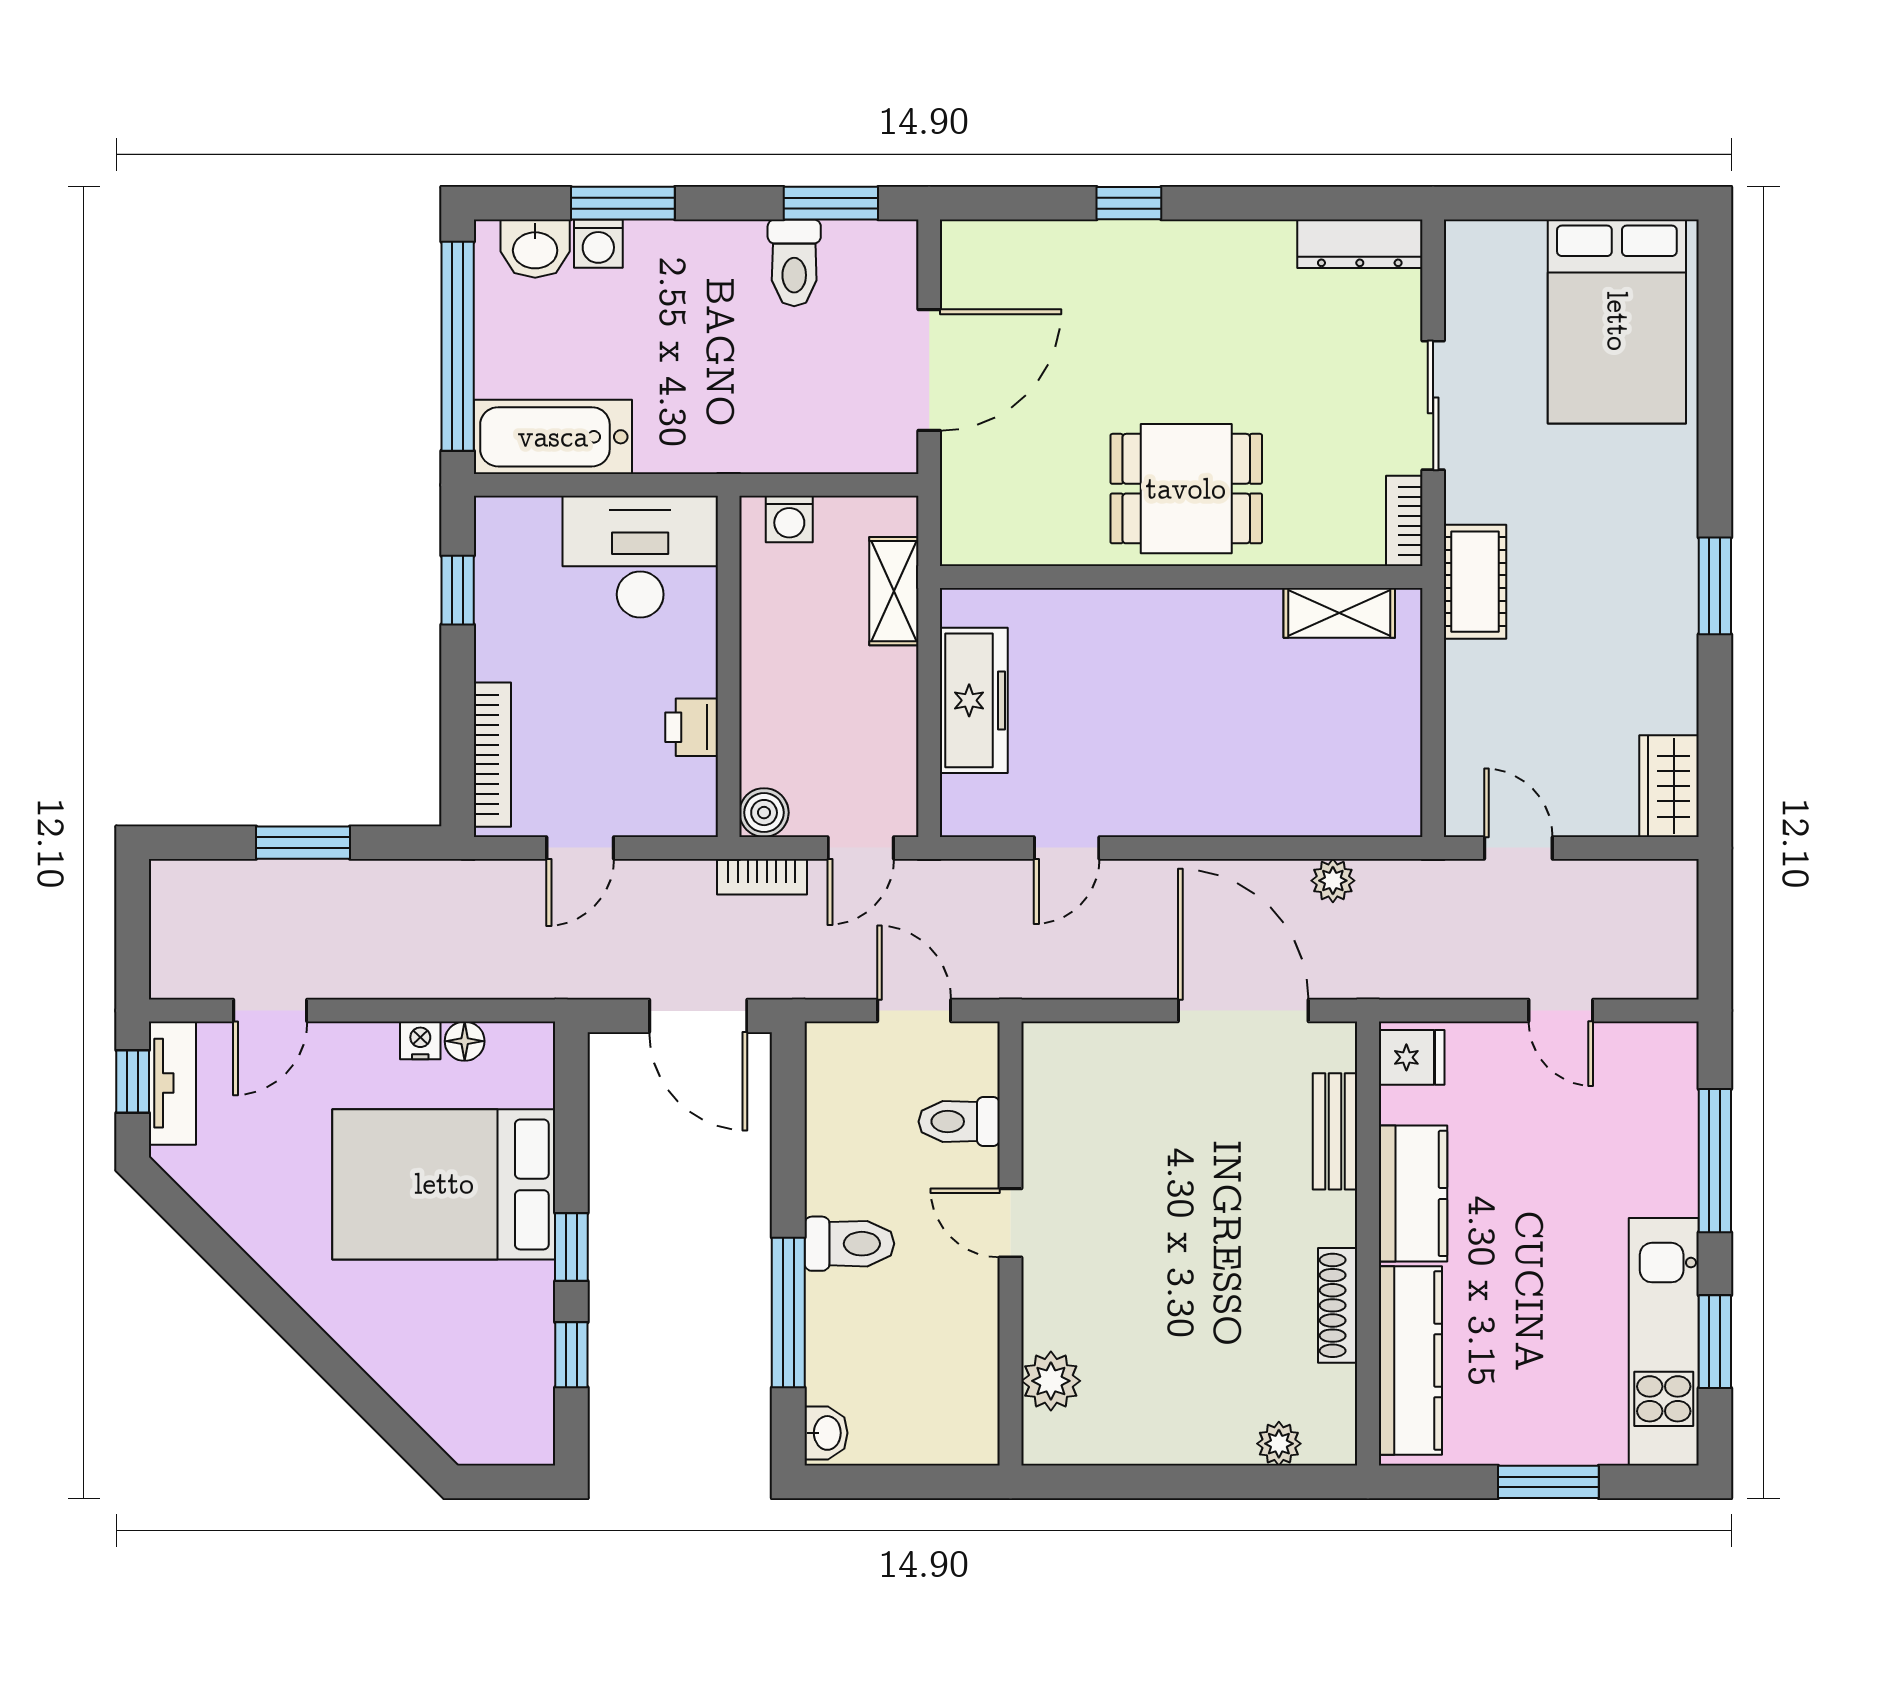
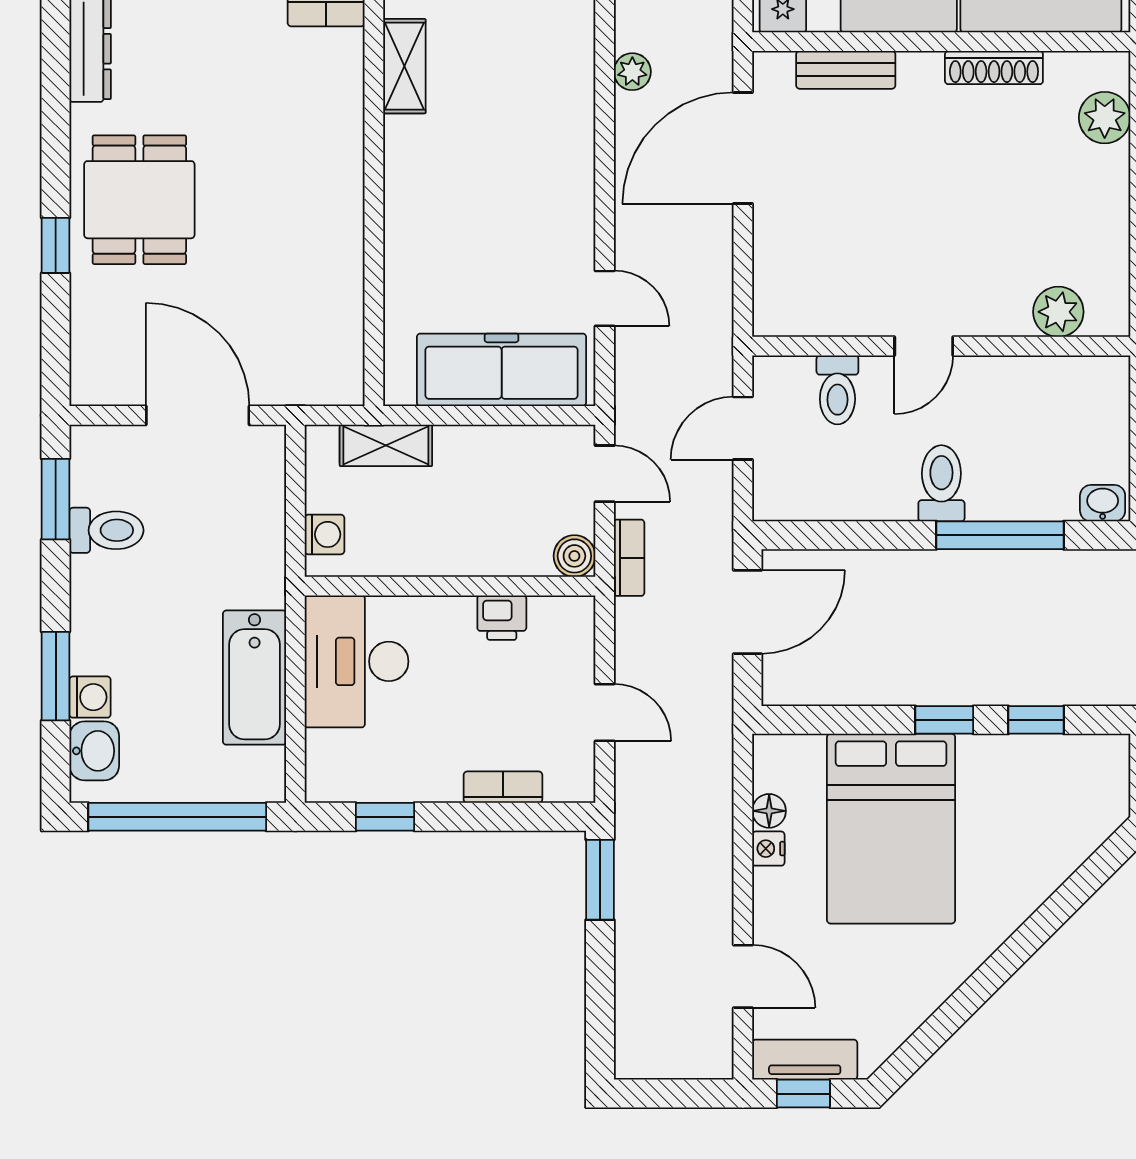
bathtub: (553, 437) -> (255, 678), moved
dining table: (1186, 489) -> (139, 200), moved
freezer: (974, 700) -> (502, 370), width x1.36, depth x1.26
bookcase: (492, 755) -> (503, 787), width x0.64
window: (303, 843) -> (600, 880), moved
plant: (1279, 1444) -> (1105, 118), width x1.38, depth x1.38

